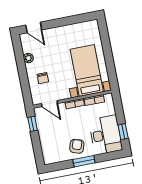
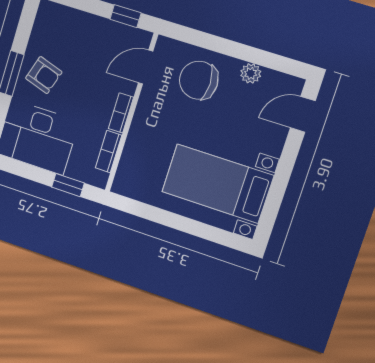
bed with nightstands: (87, 70) -> (217, 184), moved, turned 180
chair: (43, 78) -> (199, 80), width x1.87, depth x1.87
window: (123, 132) -> (68, 185), moved

